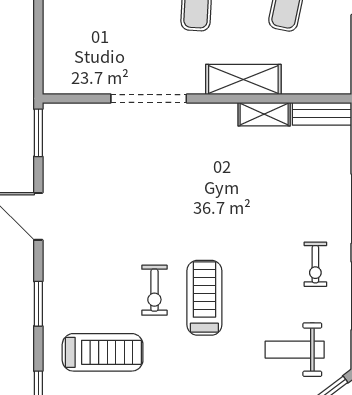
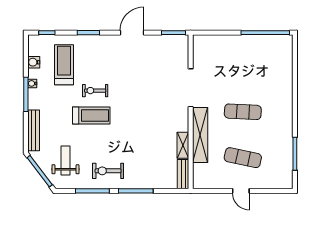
shelving: (243, 79) -> (200, 135), width x1.47
exercise bike: (315, 264) -> (108, 171), width x1.38, depth x1.39
treadmill: (103, 352) -> (64, 65), turned 180

